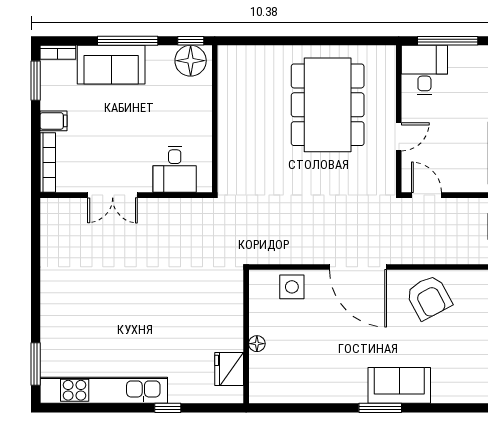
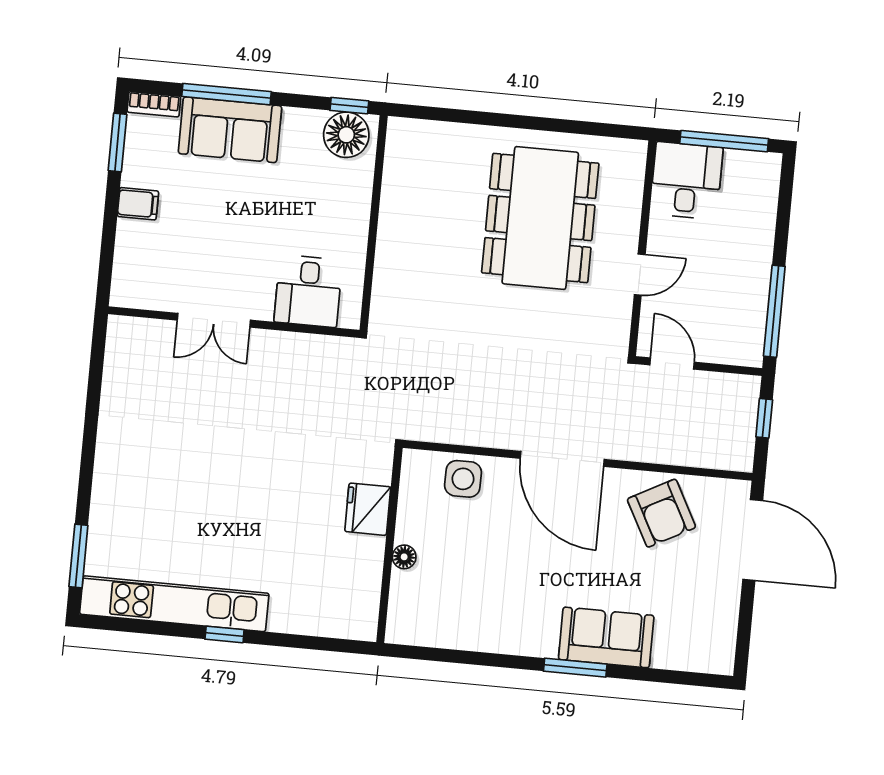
window: (128, 41) -> (226, 94), moved
bookcase: (48, 163) -> (124, 264), removed
fridge: (229, 369) -> (368, 509), moved
window: (168, 408) -> (225, 634), moved

